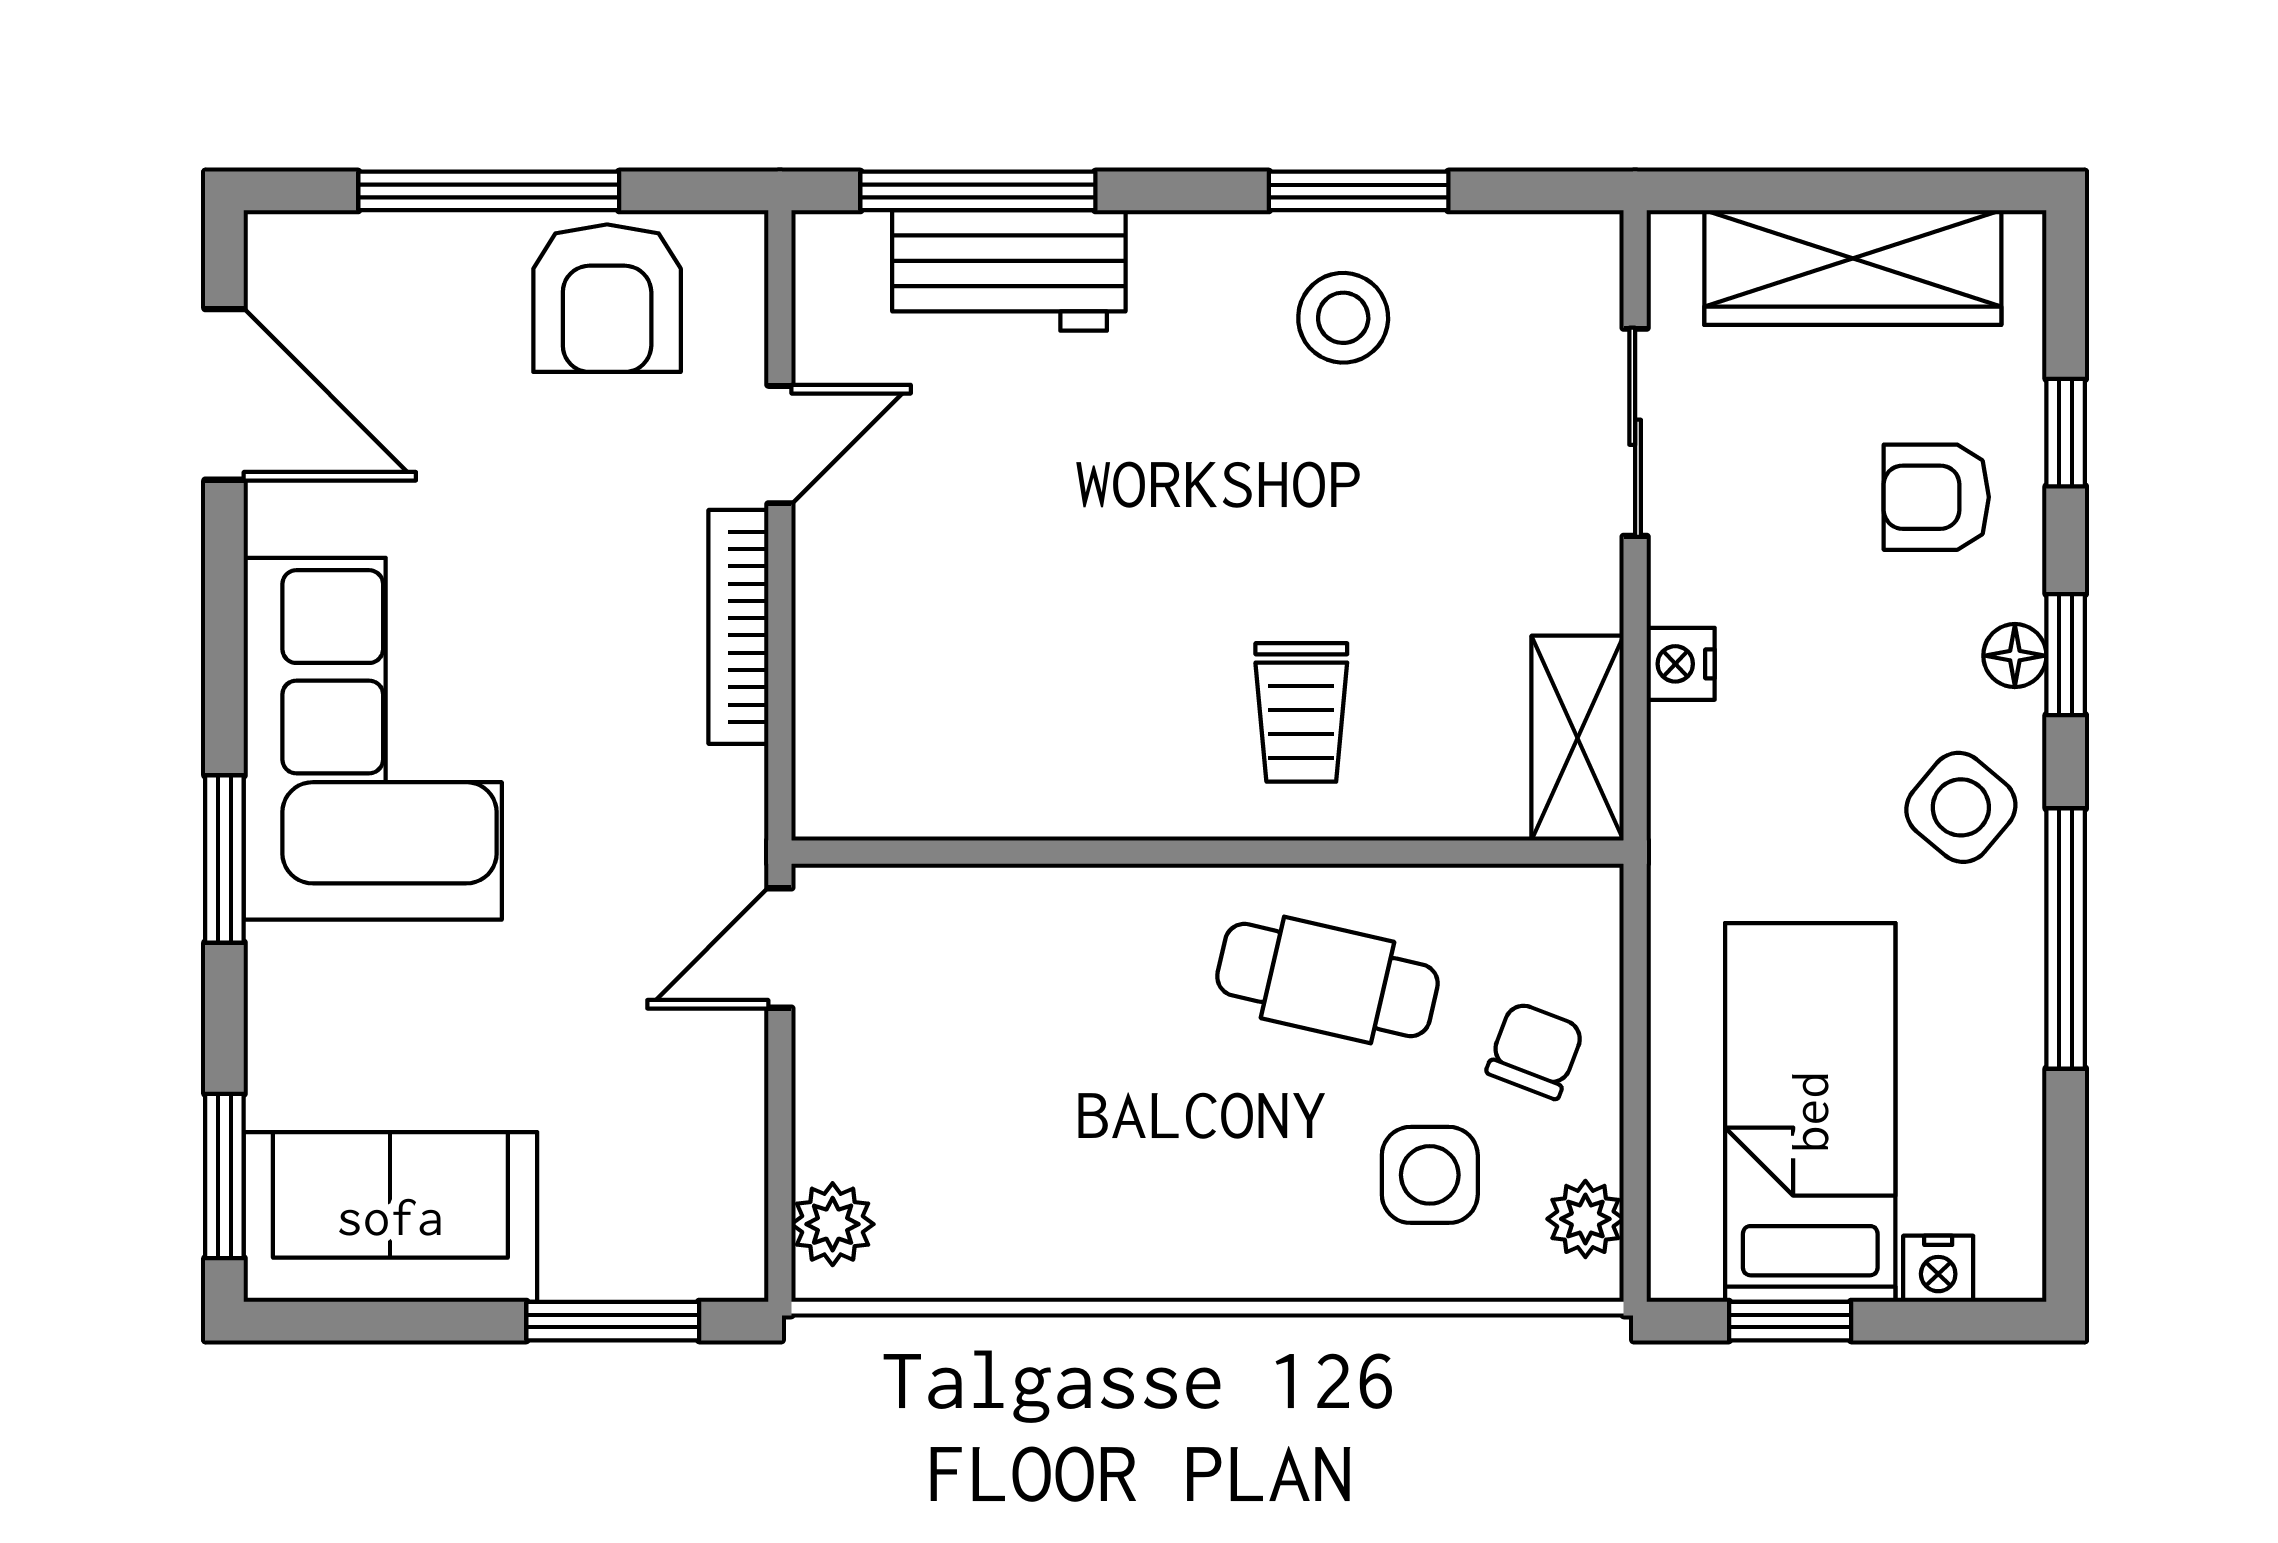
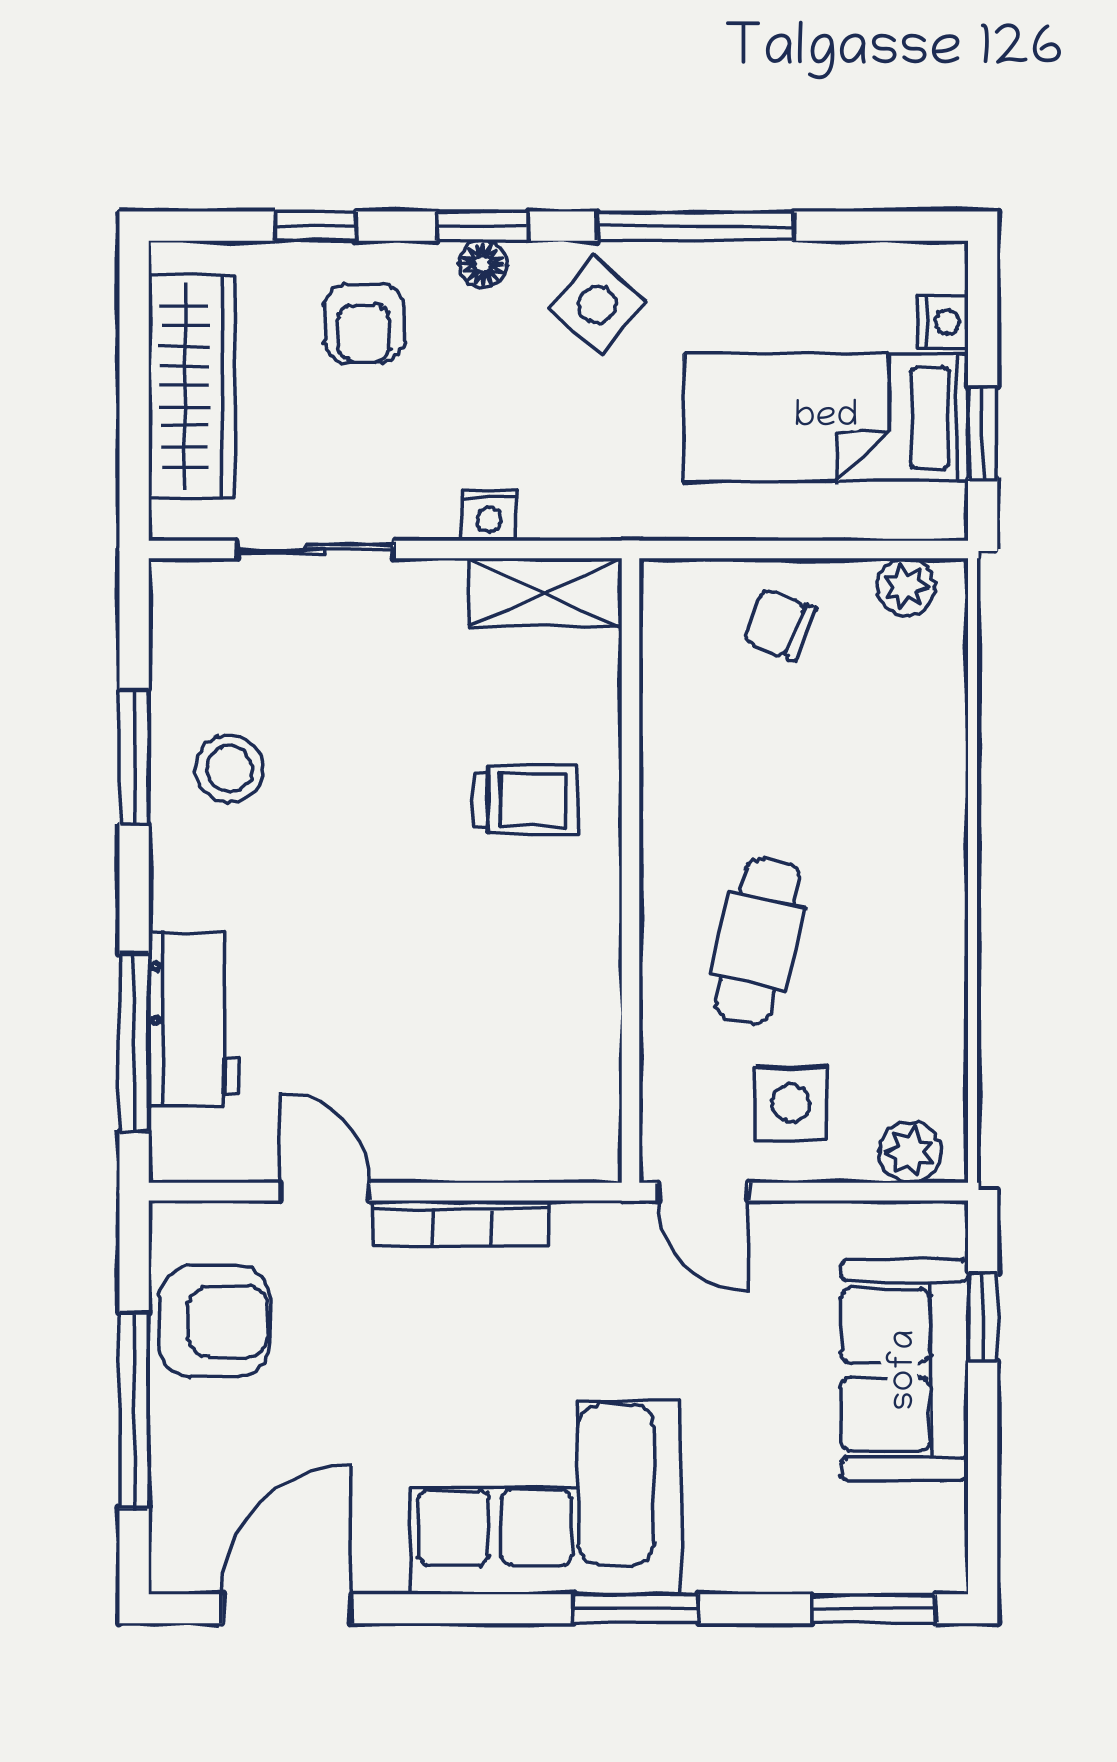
cafe table: (1327, 980) -> (758, 941), moved
side table: (1430, 1175) -> (791, 1104), moved
sofa: (390, 1217) -> (905, 1370), moved
window: (613, 1321) -> (983, 1317), width x0.67

